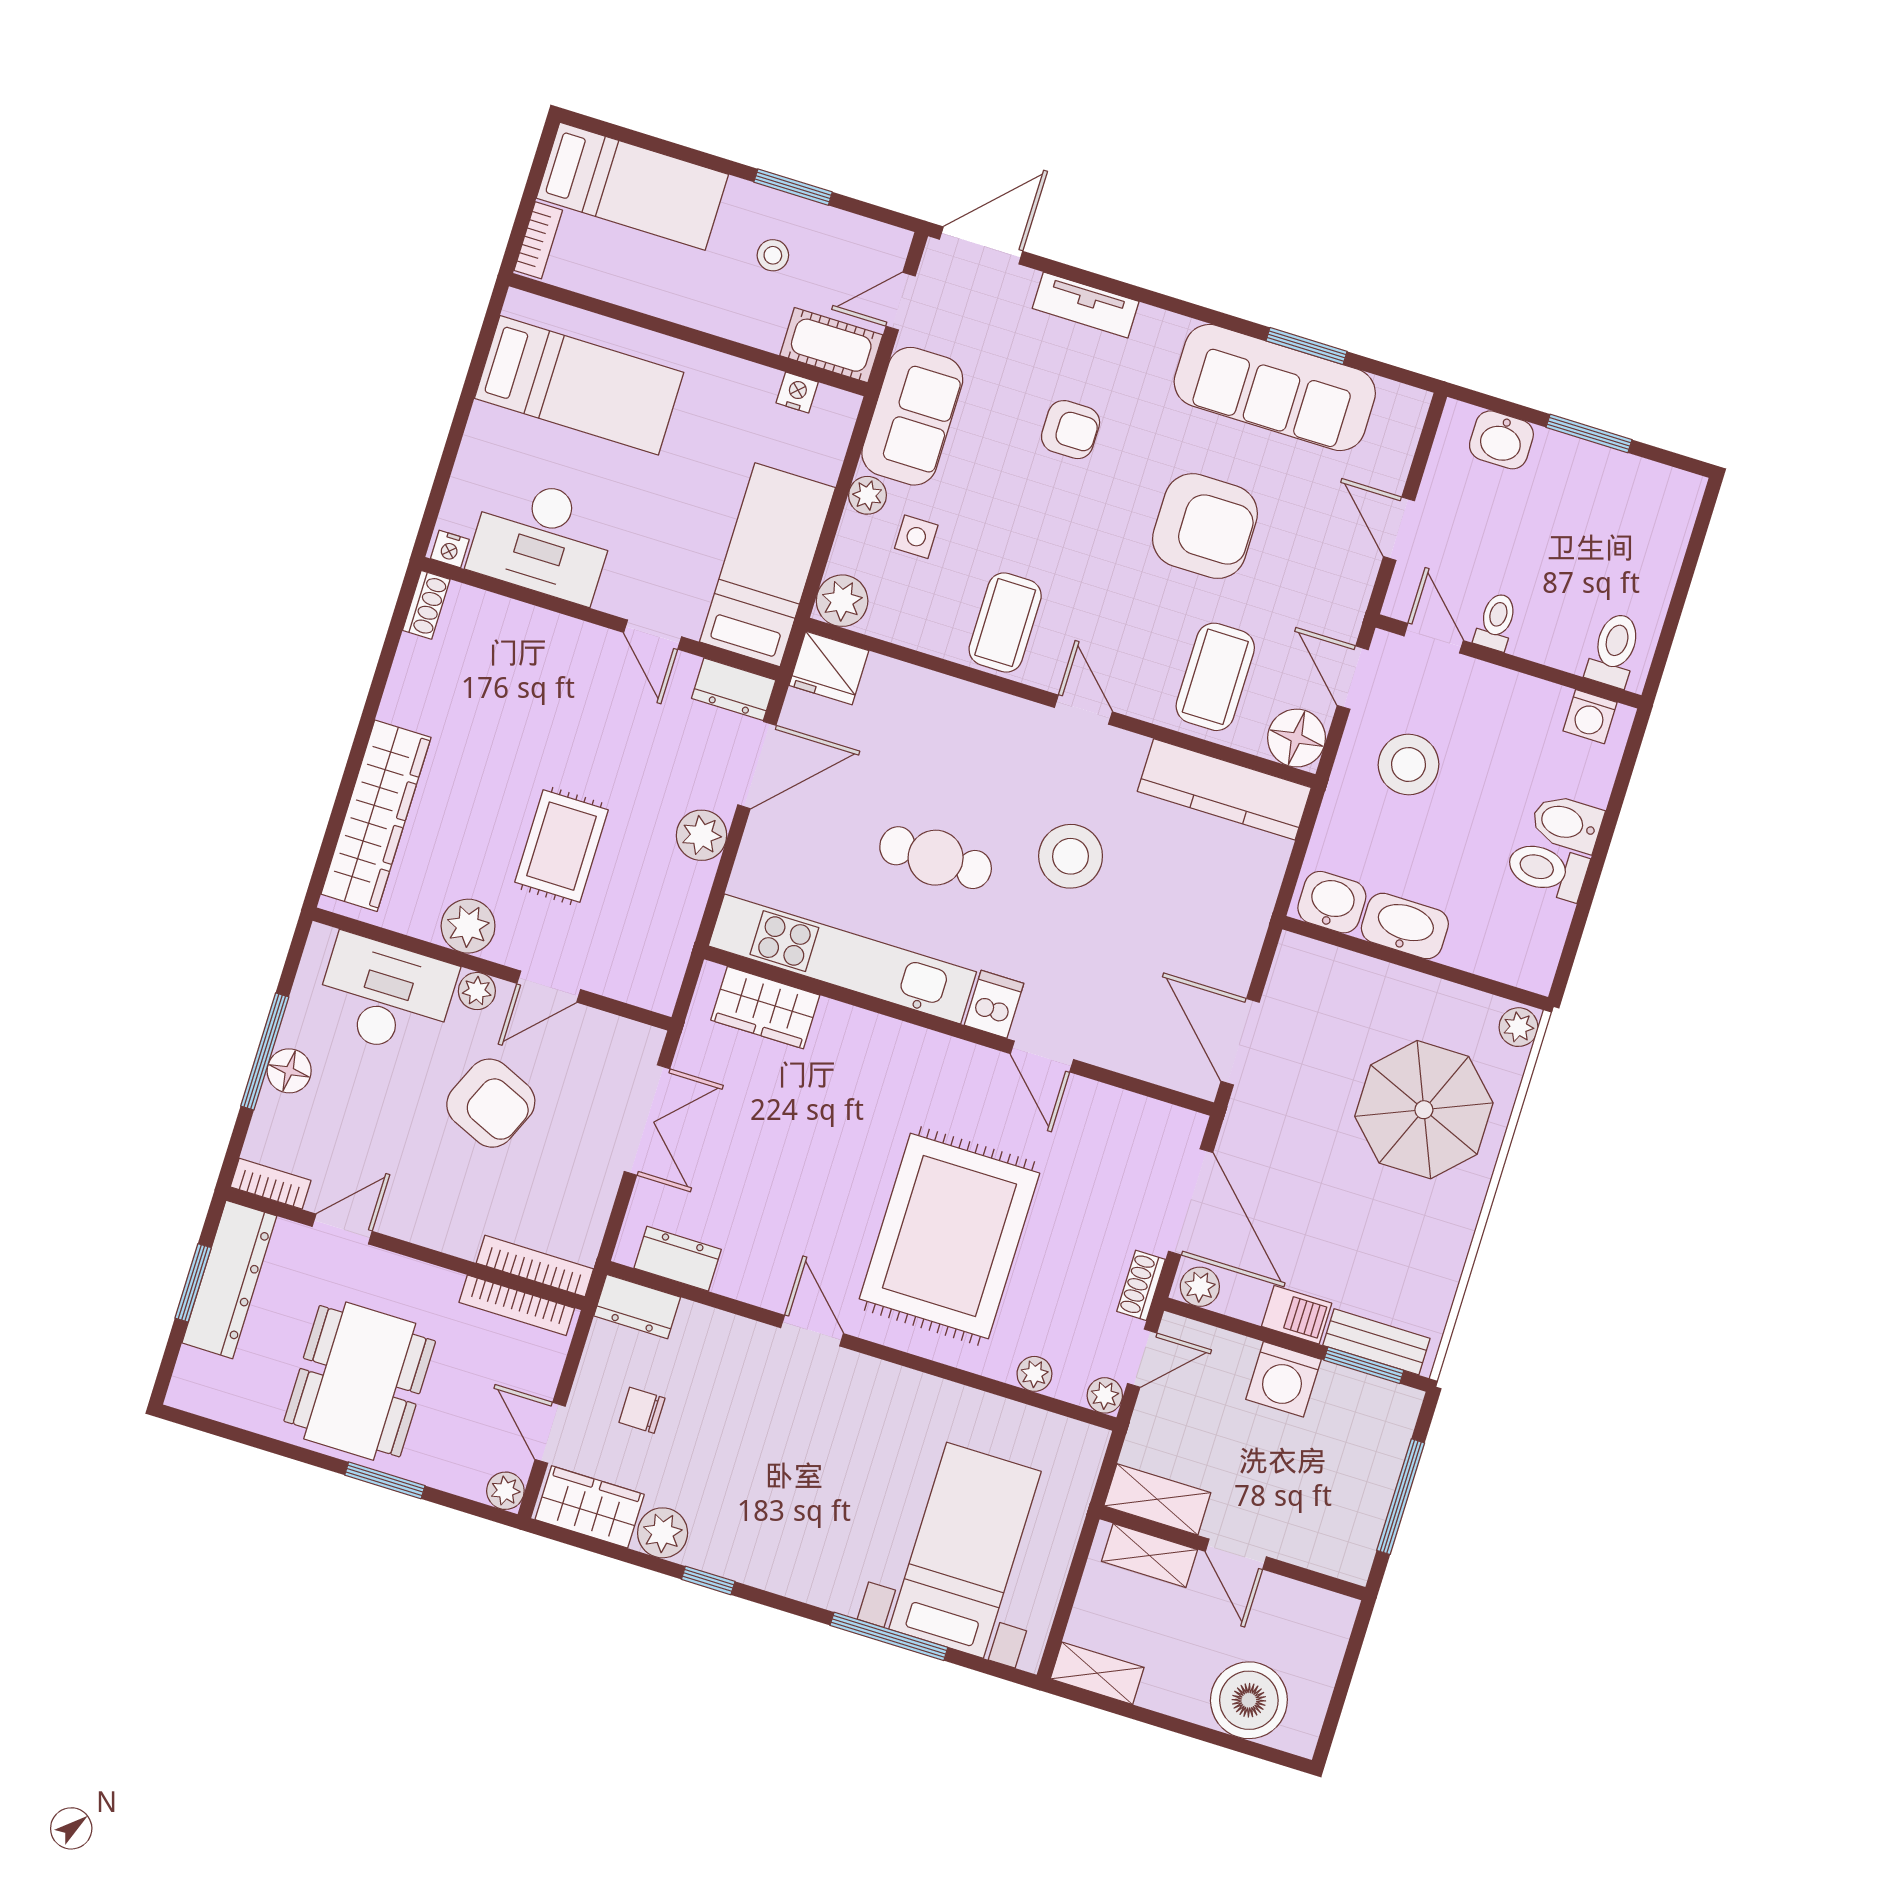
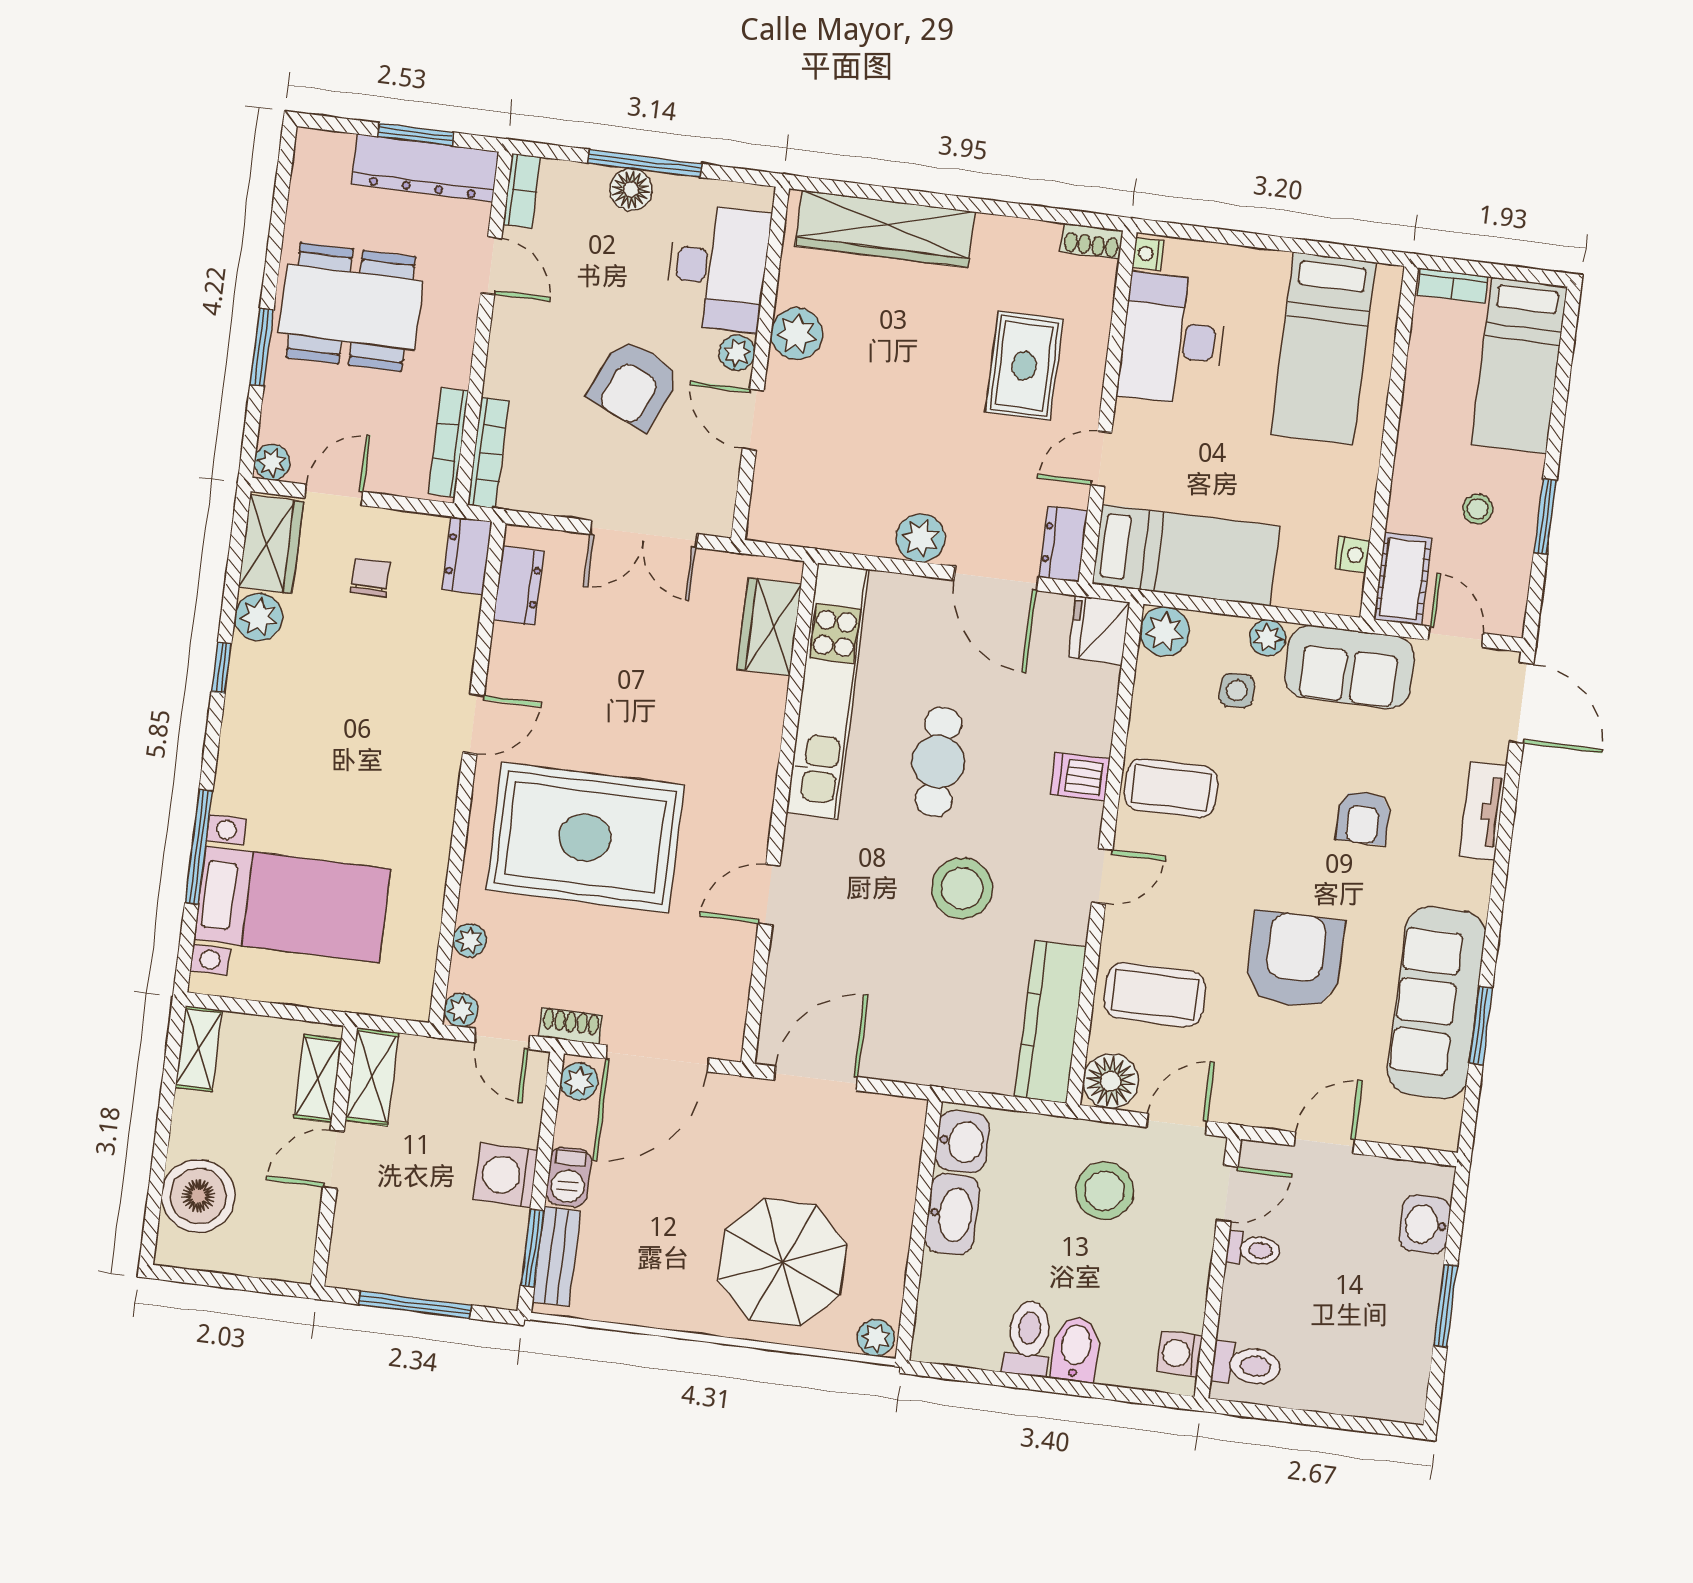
armchair: (1205, 526) -> (1295, 960), turned 180
rug: (561, 846) -> (1024, 366), moved, turned 90
dishwasher: (994, 1004) -> (1080, 777), moved, turned 180

